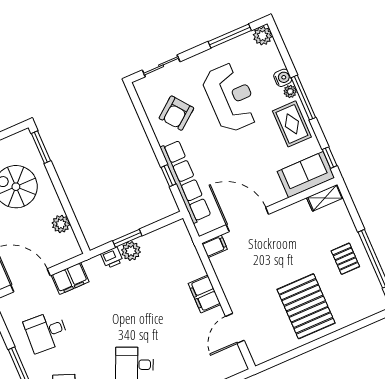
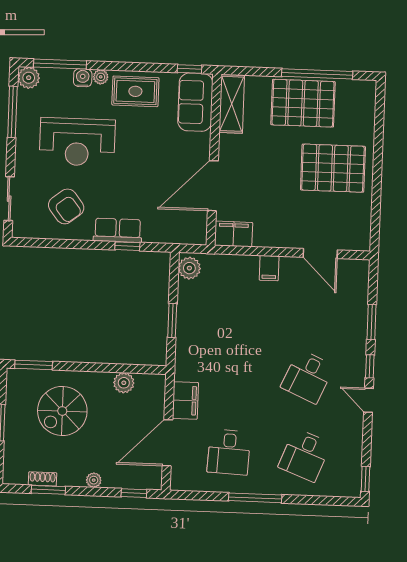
reception desk: (231, 97) -> (77, 142), turned 180
window: (303, 98) -> (60, 64), moved
row of seats: (186, 182) -> (118, 230), width x0.50
shelving: (325, 198) -> (232, 104), width x1.50, depth x1.33
filing cabinet: (214, 246) -> (234, 234), width x2.00
plant: (131, 251) -> (189, 268), moved
printer: (112, 258) -> (185, 346), removed
pallet: (345, 259) -> (303, 103), width x2.05, depth x2.00
filing cabinet: (204, 294) -> (269, 268), width x0.50

